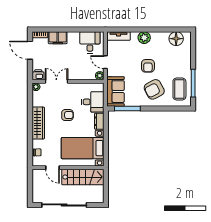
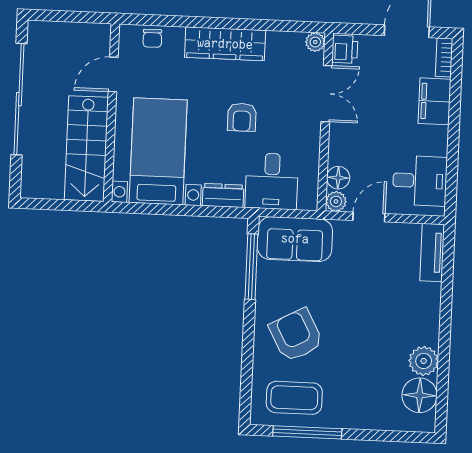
plant: (144, 38) -> (424, 361), moved
armchair: (148, 66) -> (355, 322), removed
floor lamp: (90, 75) -> (338, 178), added

